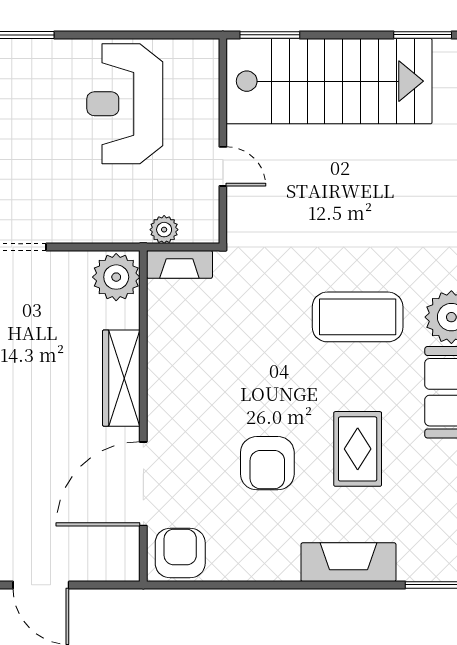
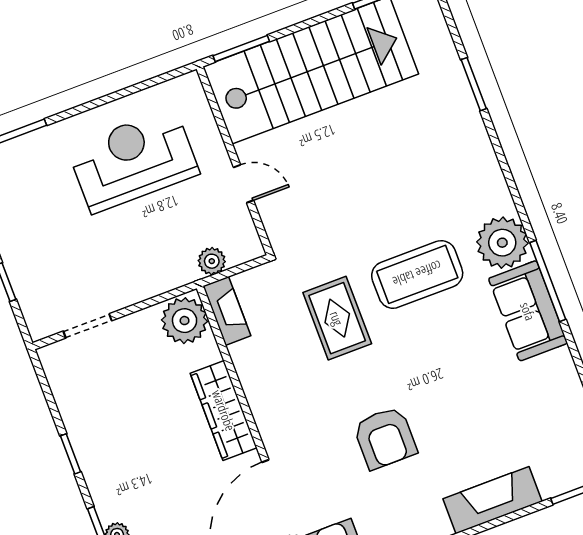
reception desk: (125, 104) -> (133, 160), turned 90
fireplace: (179, 264) -> (227, 311), moved, turned -90
rug: (358, 449) -> (337, 318), moved

